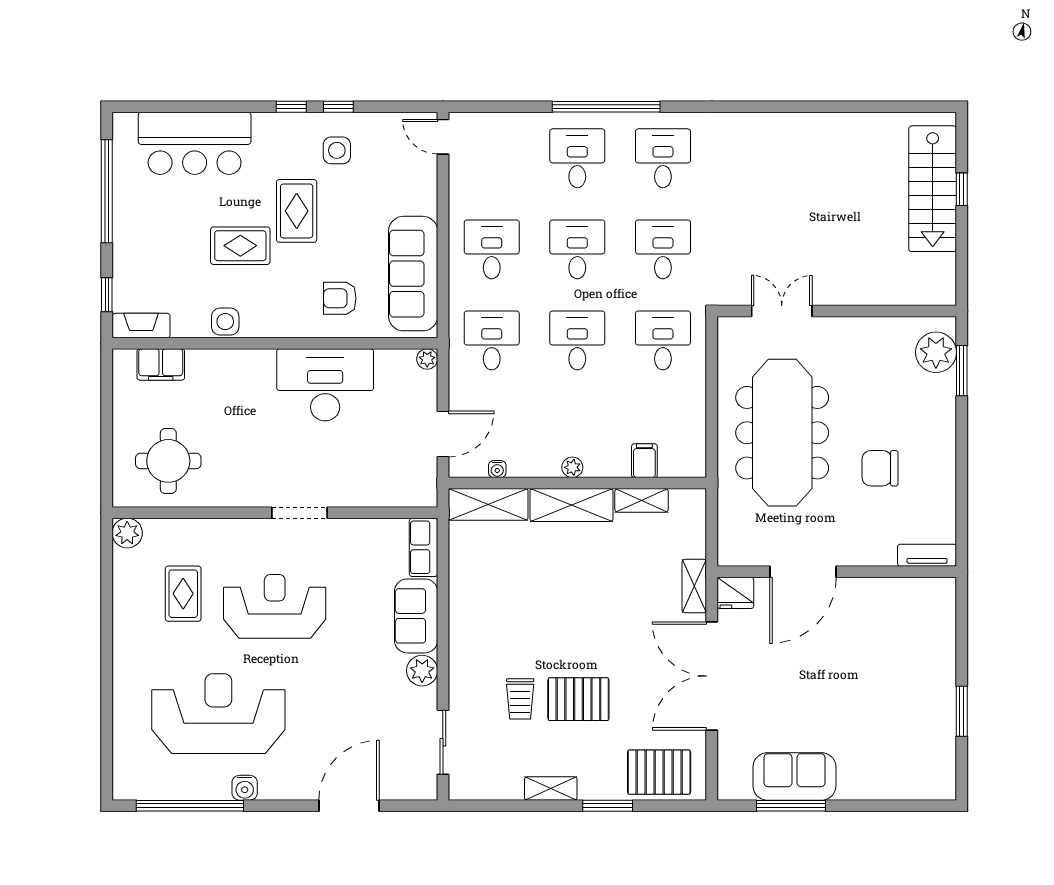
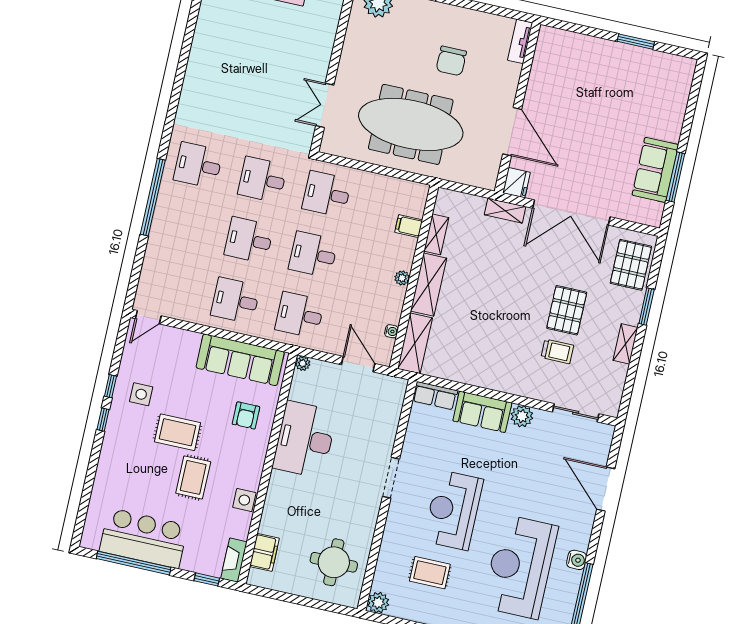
bar counter: (195, 143) -> (144, 538), moved, turned -90
desk: (577, 158) -> (185, 226), removed

